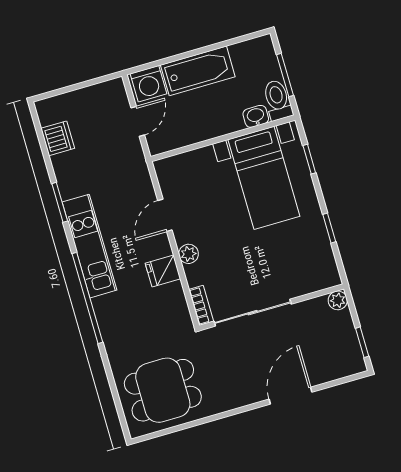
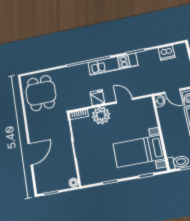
washbasin: (256, 116) -> (160, 101), moved
plant: (189, 254) -> (101, 115), width x1.88, depth x1.88
door: (291, 396) -> (30, 154), hinge flipped

